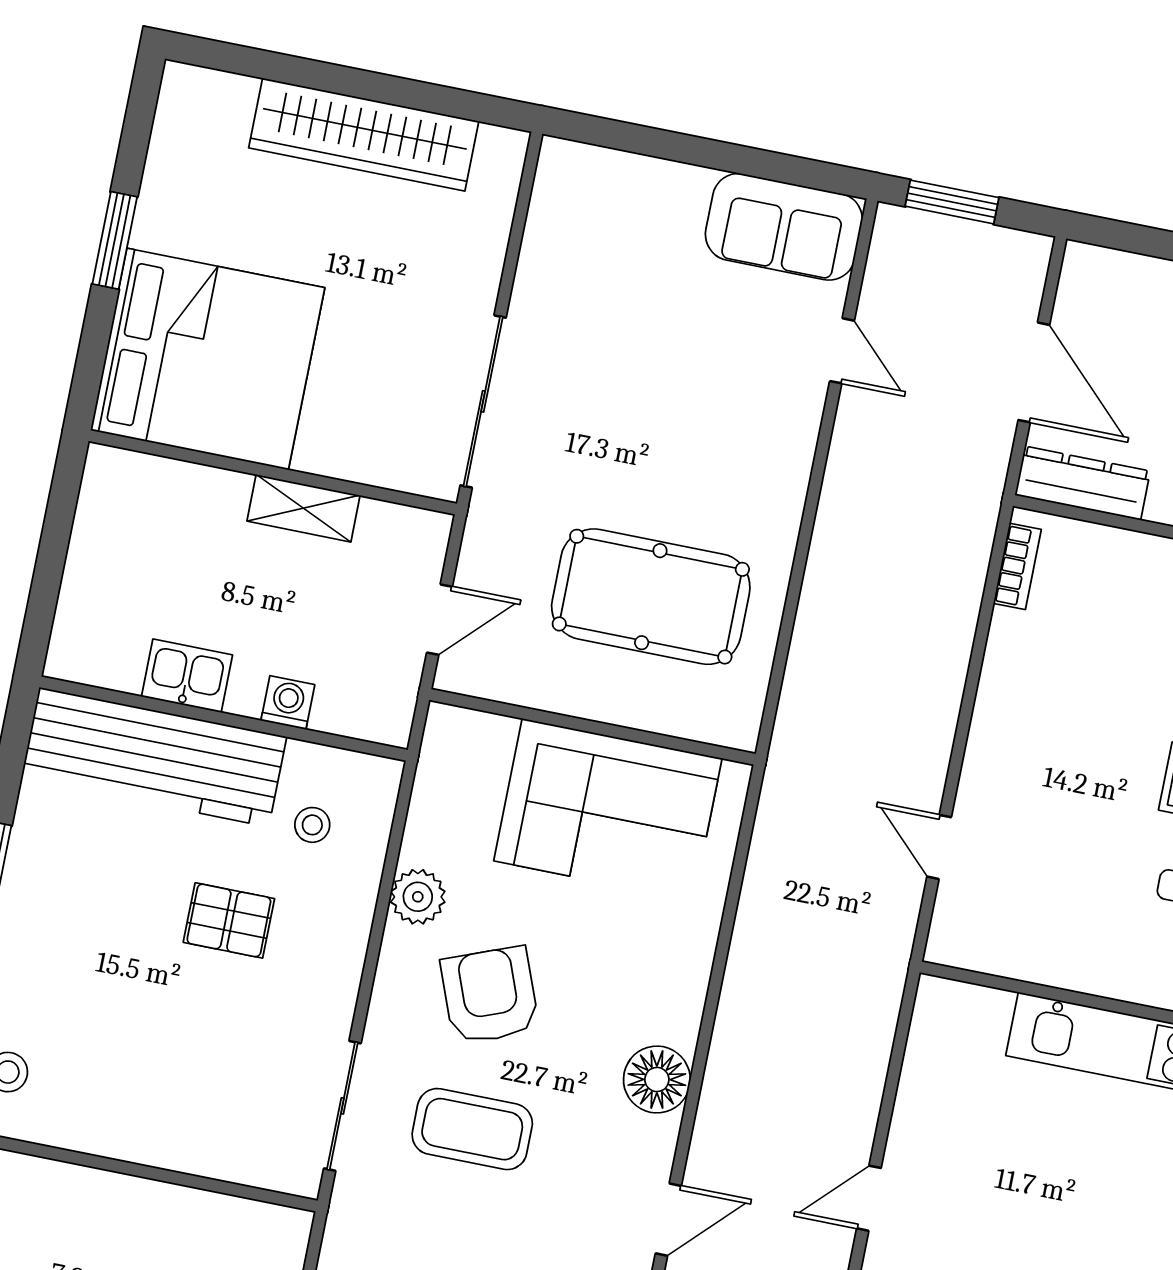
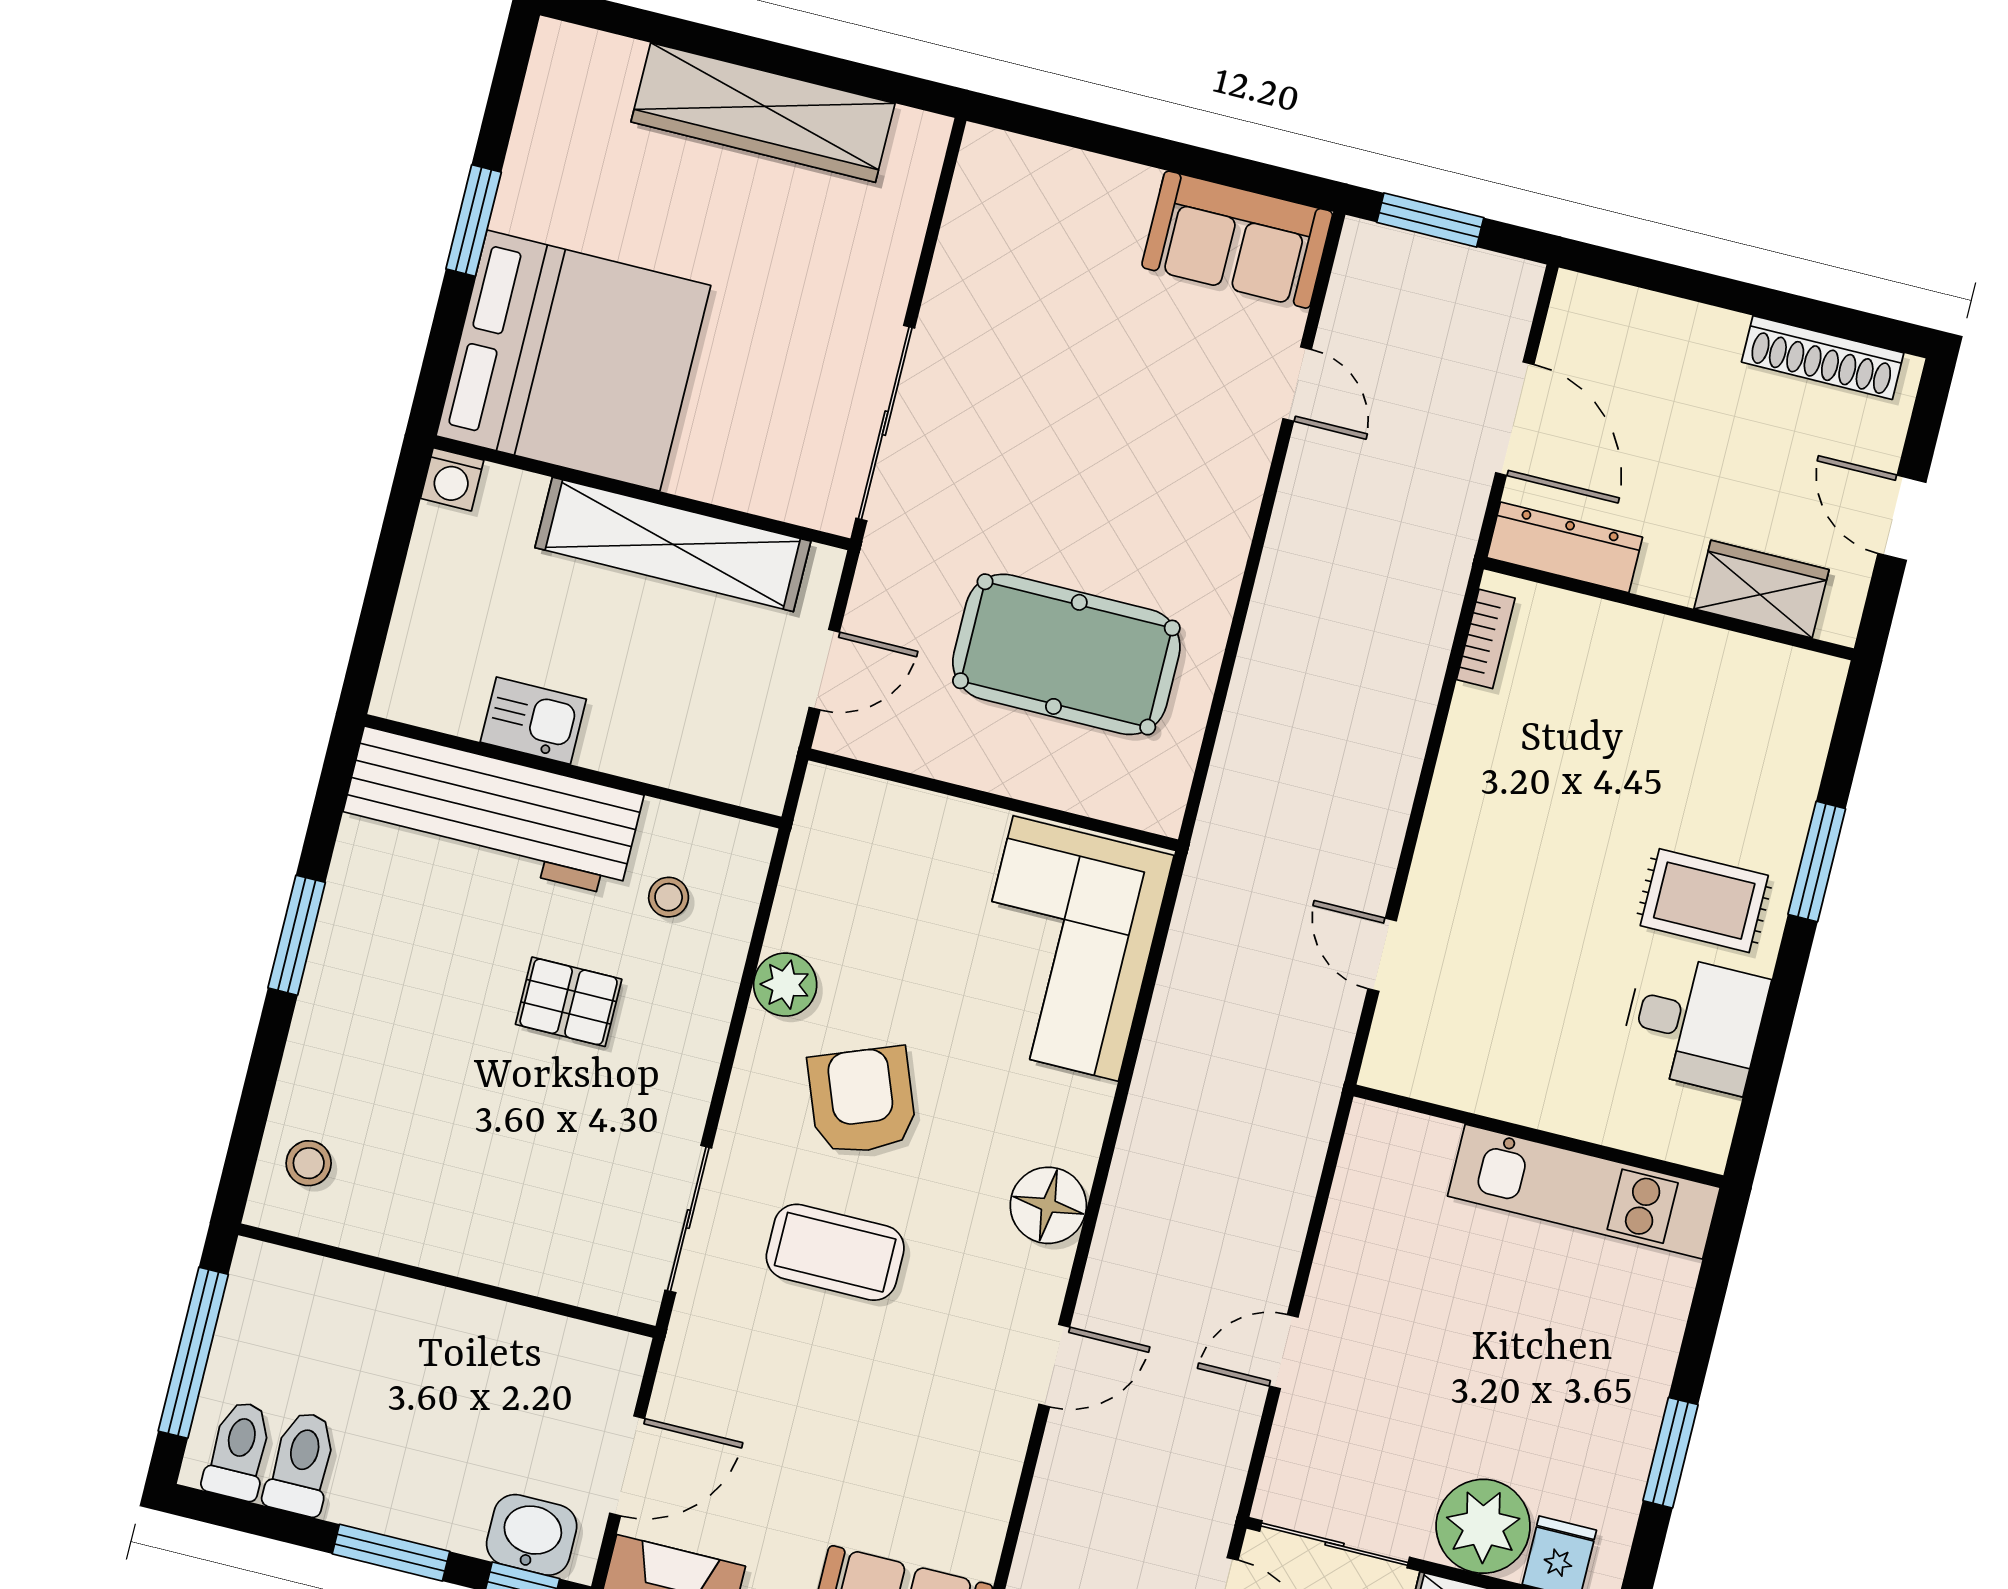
shelving: (304, 508) -> (673, 544), width x2.20, depth x1.33
washing machine: (288, 703) -> (452, 479), moved, turned 180
corner sofa: (608, 810) -> (1066, 948), moved, turned 90

